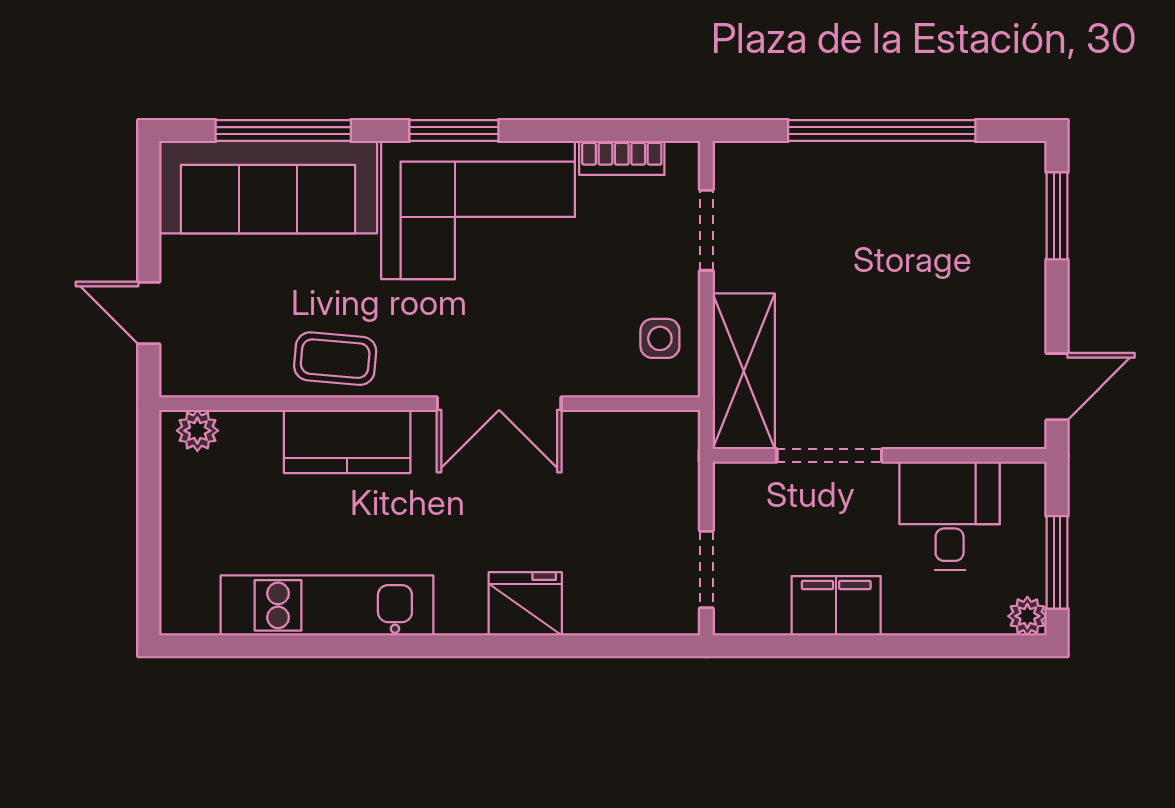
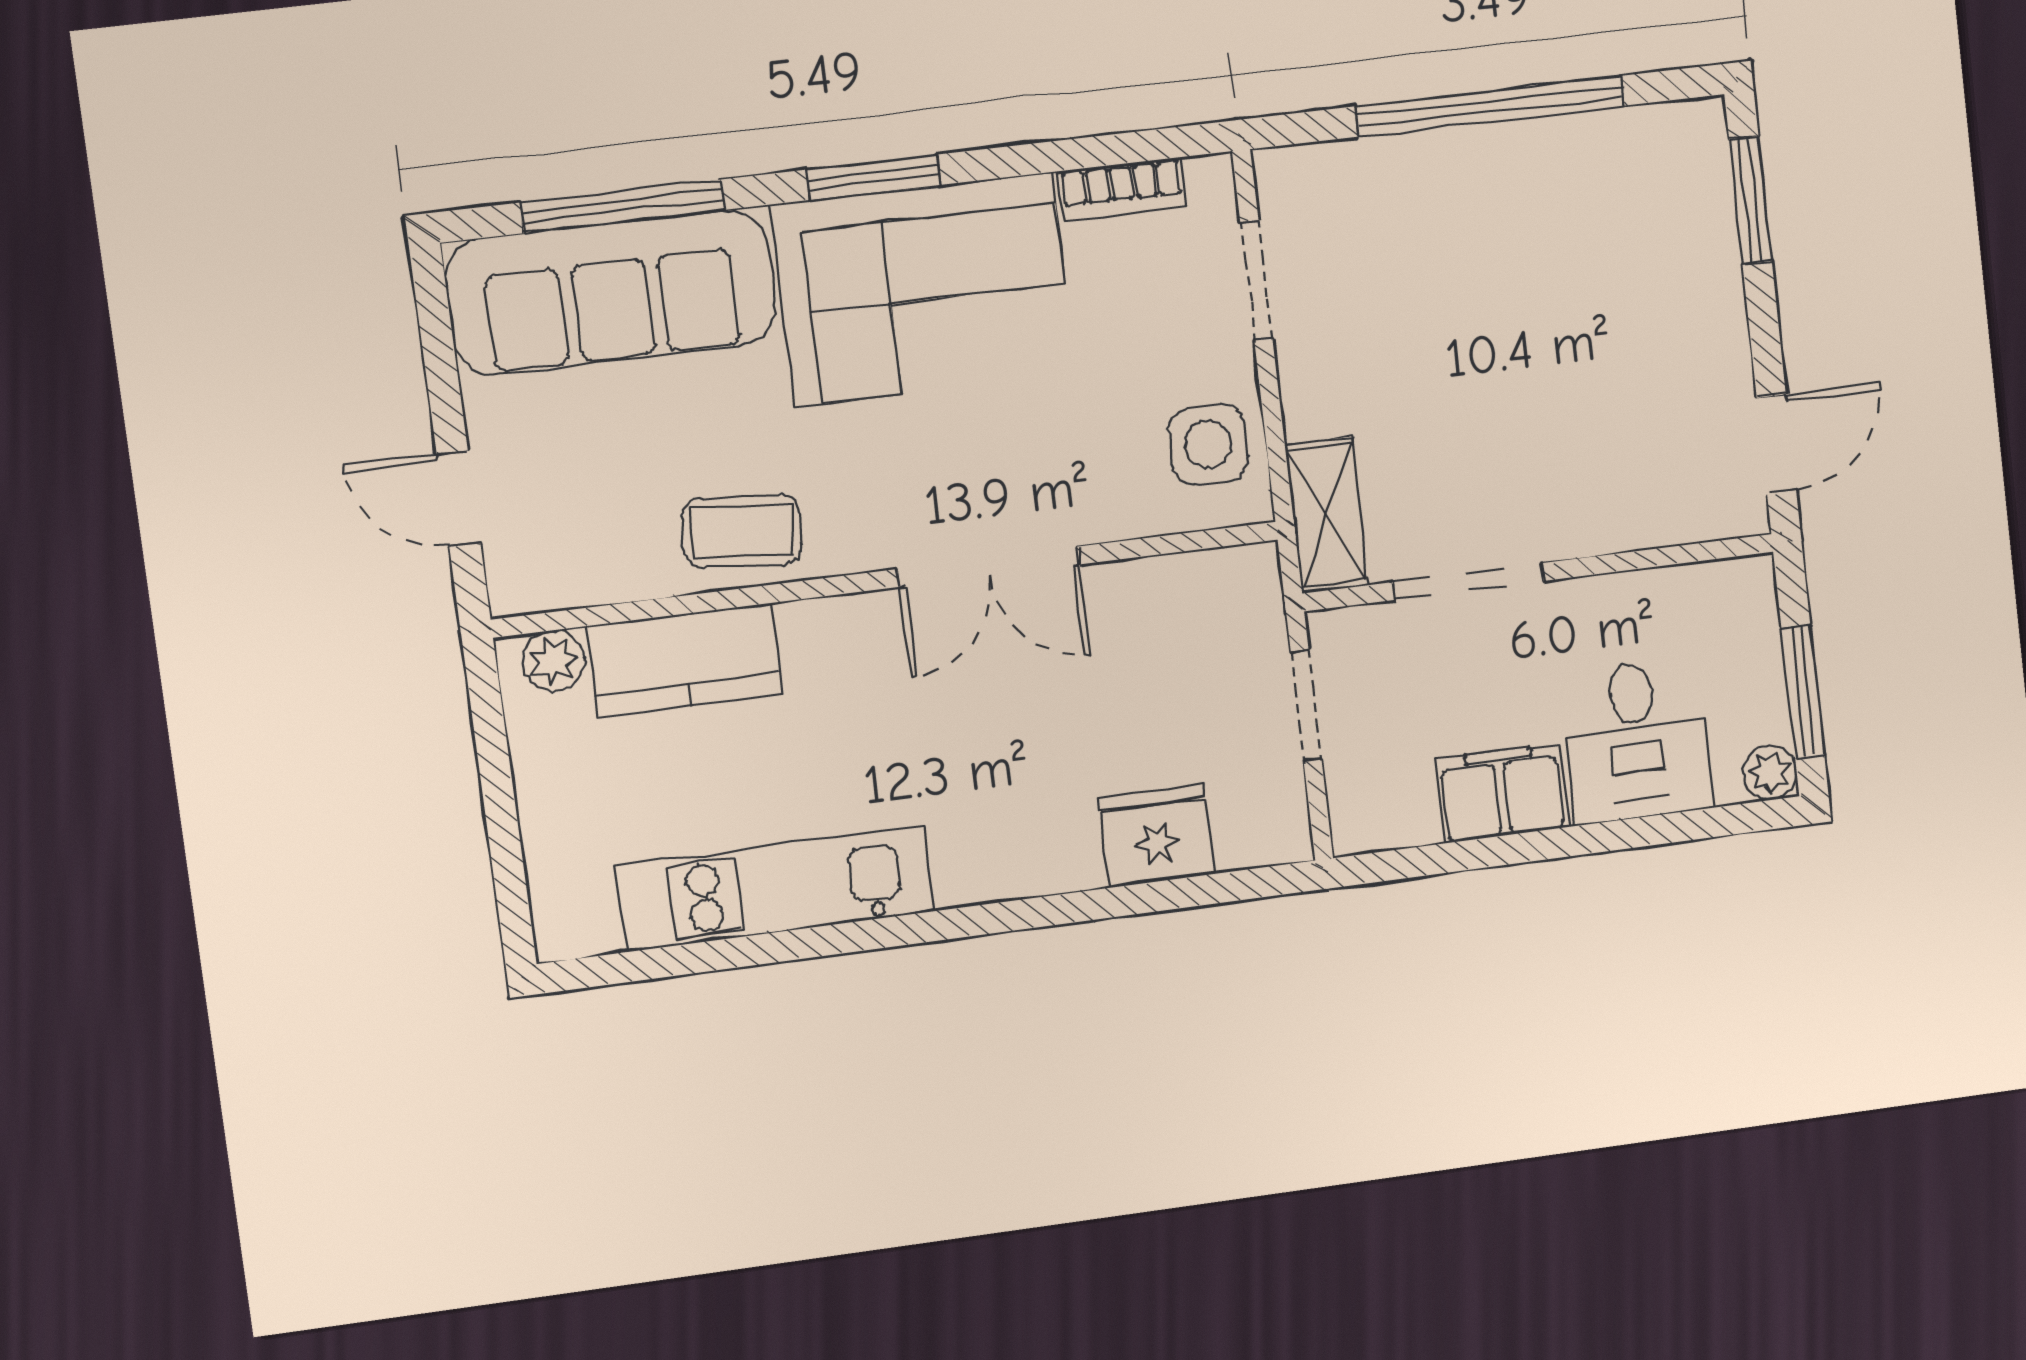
side table: (660, 338) -> (1208, 444), width x1.37, depth x1.37
shelving: (744, 371) -> (1326, 515), width x0.67, depth x0.75
kitchen counter: (347, 441) -> (685, 660), moved
desk: (950, 516) -> (1636, 741), moved, turned 180
doorway: (706, 570) -> (1306, 706), moved
fridge: (525, 604) -> (1156, 836), moved

